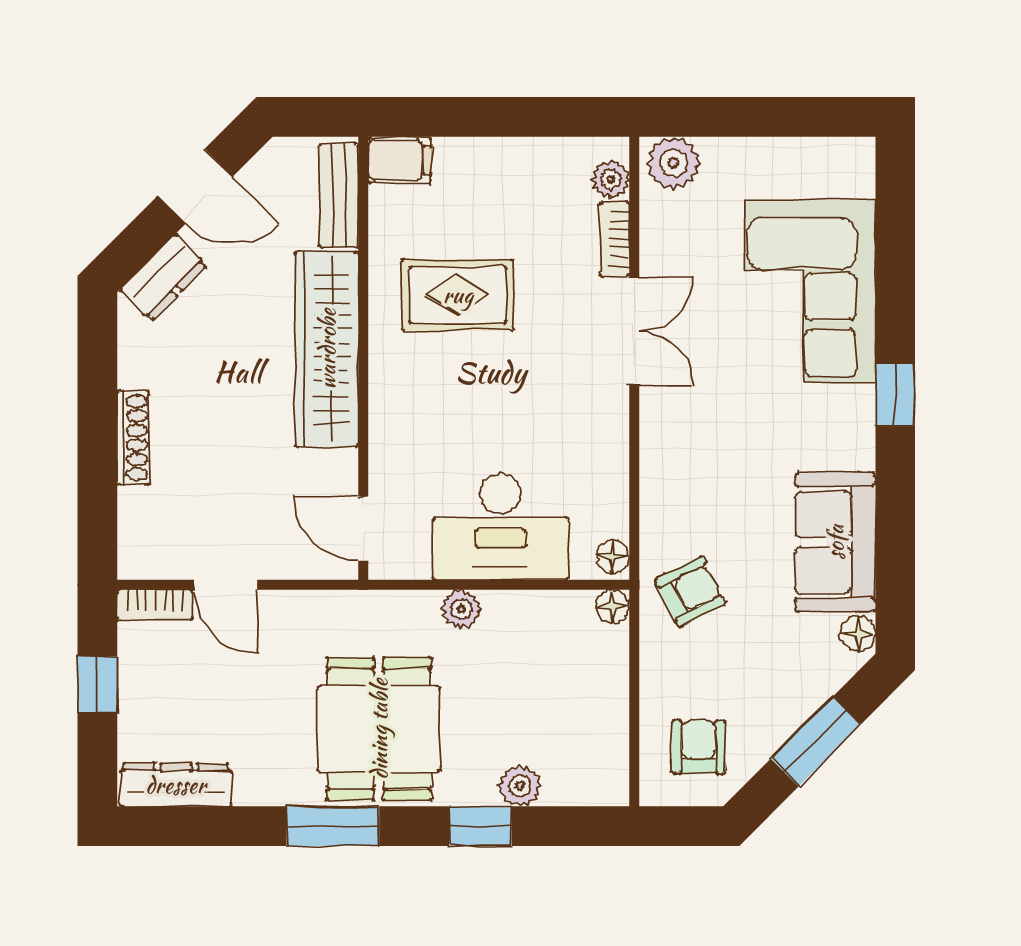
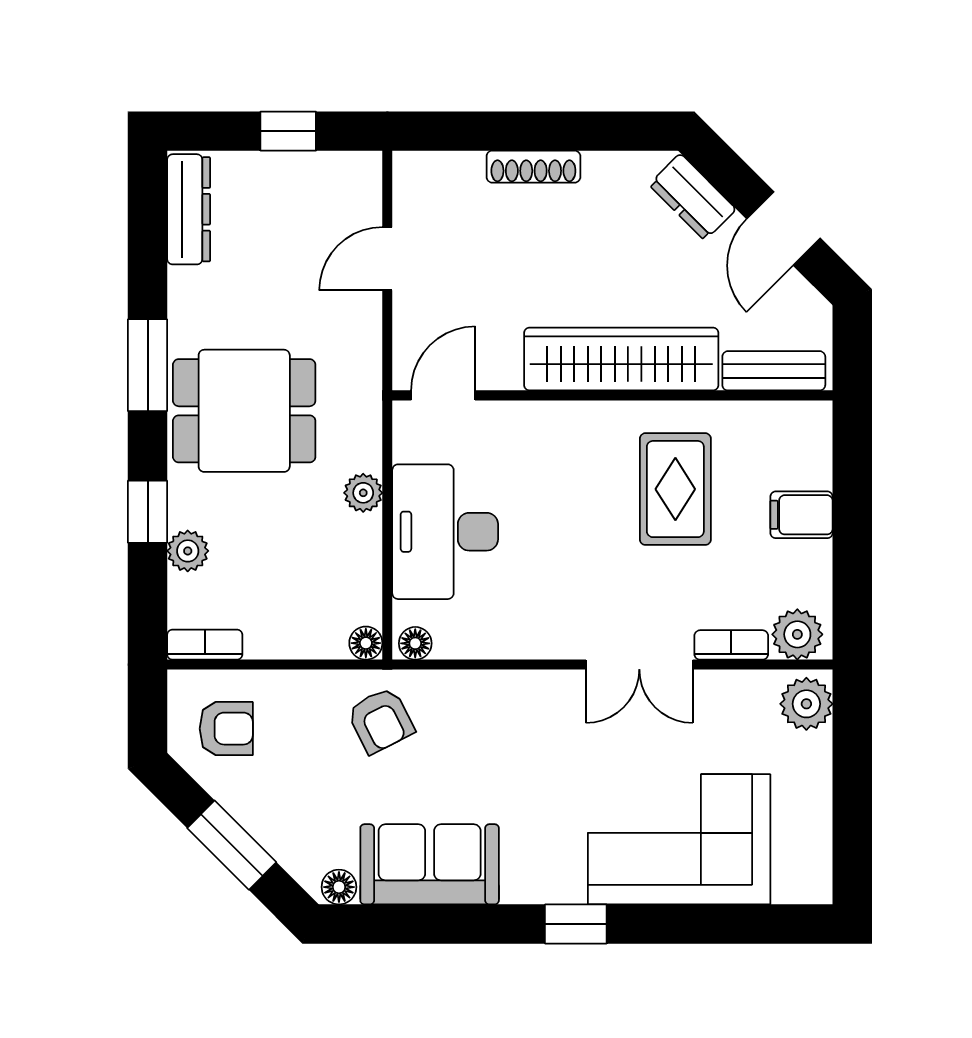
filing cabinet: (400, 160) -> (801, 515), moved, turned 90
plant: (611, 179) -> (797, 634), width x1.38, depth x1.38
bookcase: (155, 605) -> (205, 645), moved, turned 90

